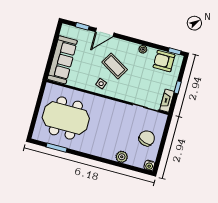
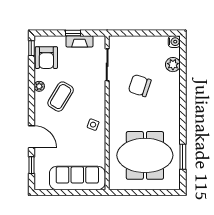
coffee table: (115, 66) -> (61, 97), moved
fireplace: (167, 101) -> (80, 41), moved
meeting table: (66, 118) -> (145, 155), turned 90
chair: (147, 138) -> (140, 86), moved
plant: (122, 157) -> (173, 65), moved

